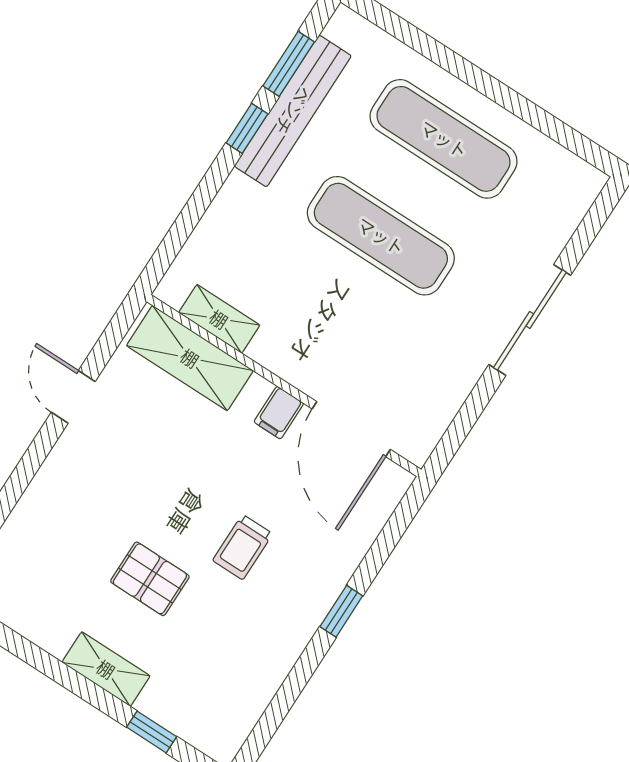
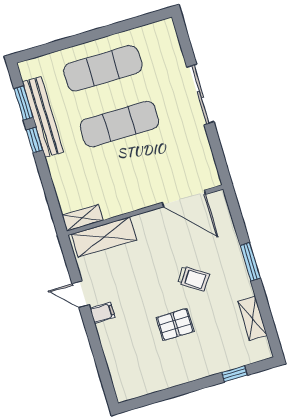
shelving: (219, 319) -> (83, 218), moved
filing cabinet: (279, 413) -> (102, 313), moved, turned -90
trolley: (243, 547) -> (193, 279), turned -56
window: (341, 611) -> (250, 262), width x1.50
shelving: (106, 669) -> (252, 318), moved, turned 90

